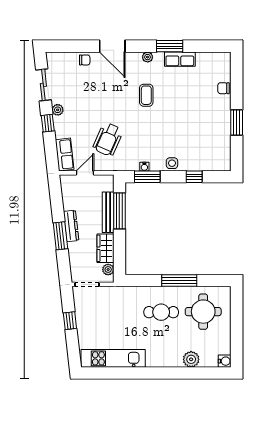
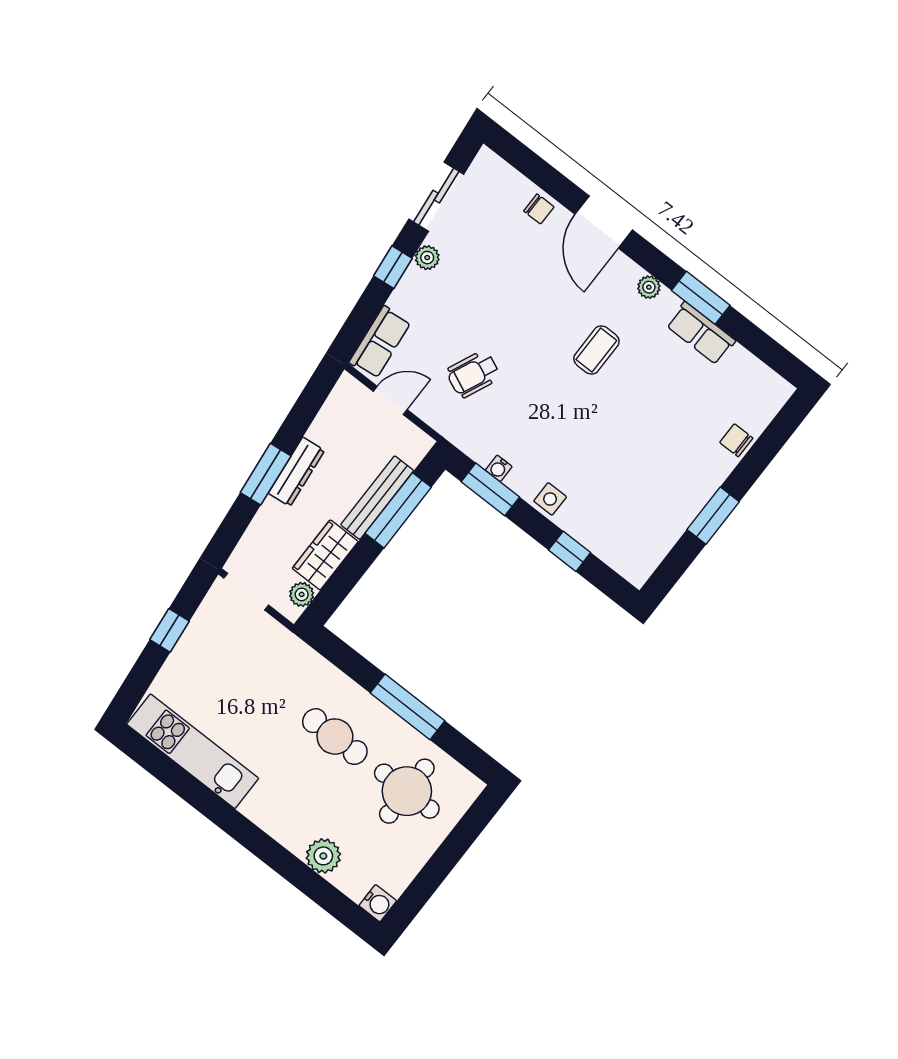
wheelchair: (108, 139) -> (473, 374), width x0.73, depth x0.73

